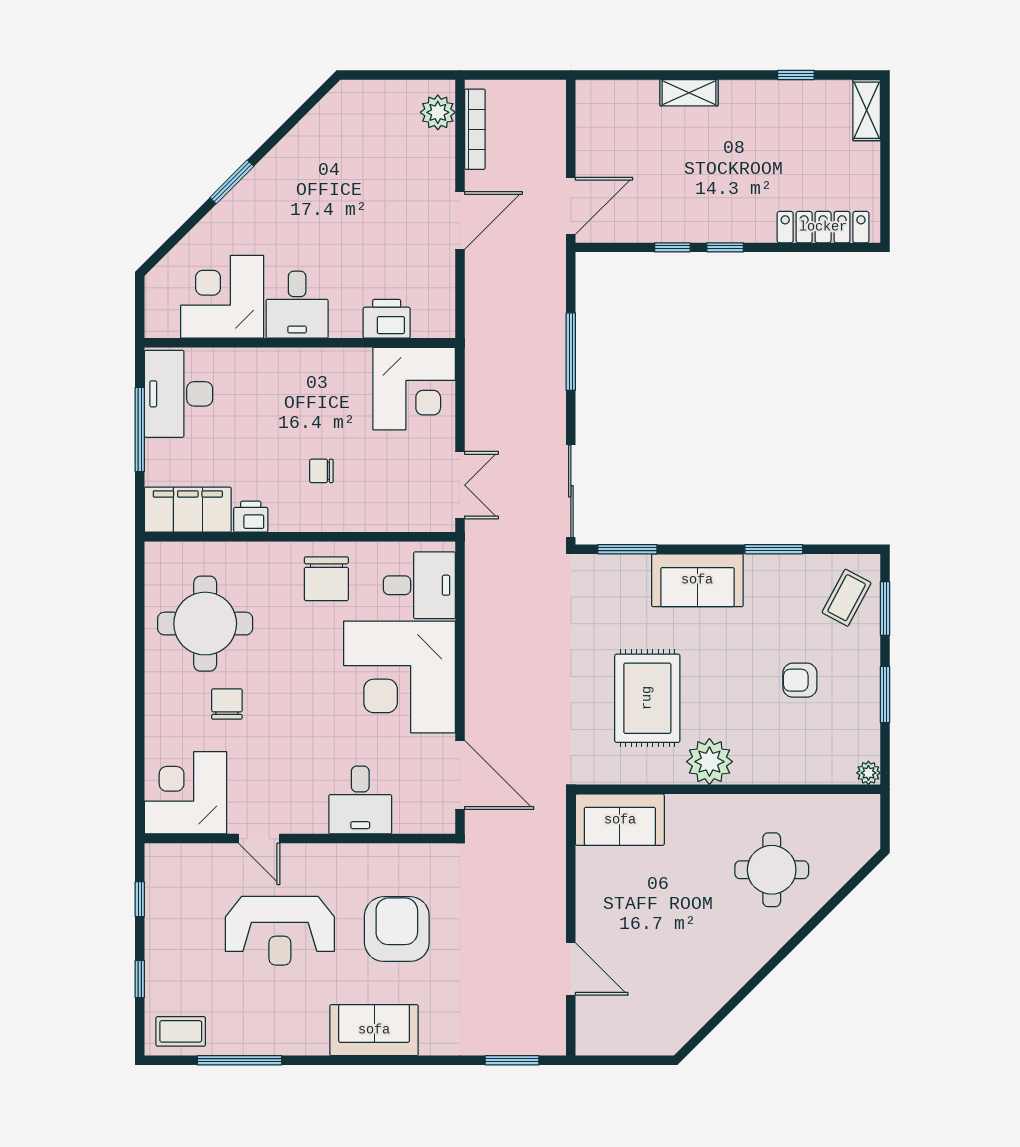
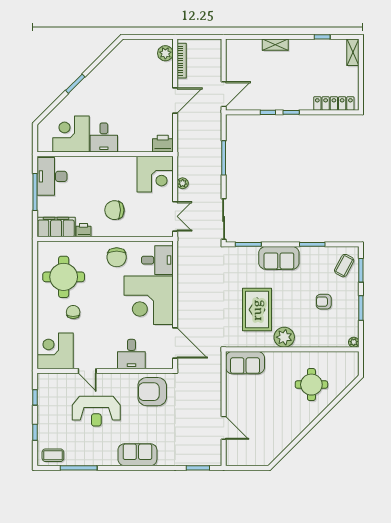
printer: (387, 319) -> (163, 144), moved
plant: (477, 410) -> (183, 183), added
chair: (321, 471) -> (114, 210), width x1.87, depth x1.87
armchair: (397, 929) -> (152, 392), moved, turned -90

